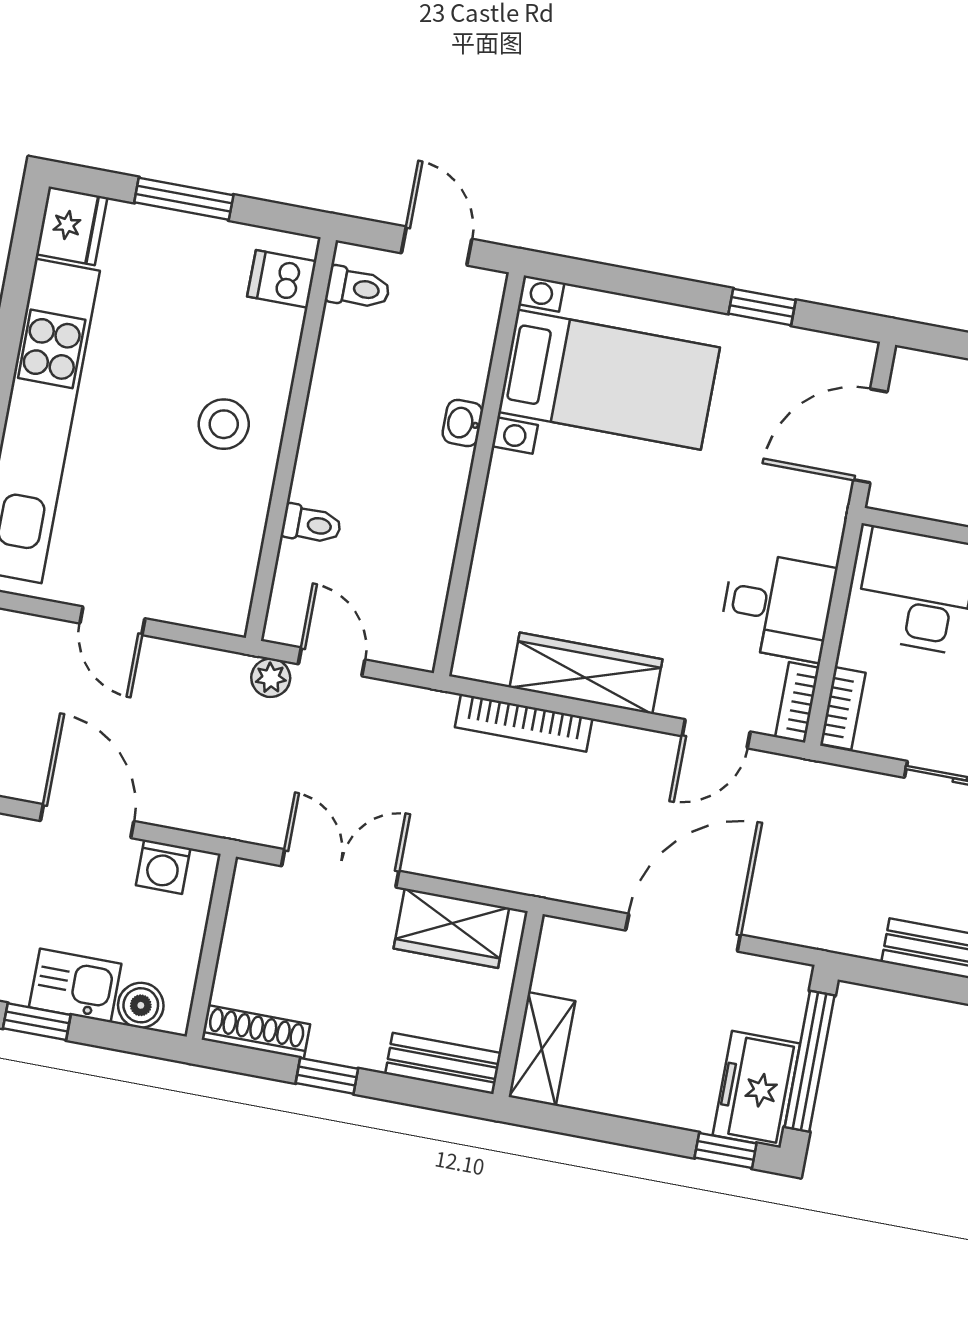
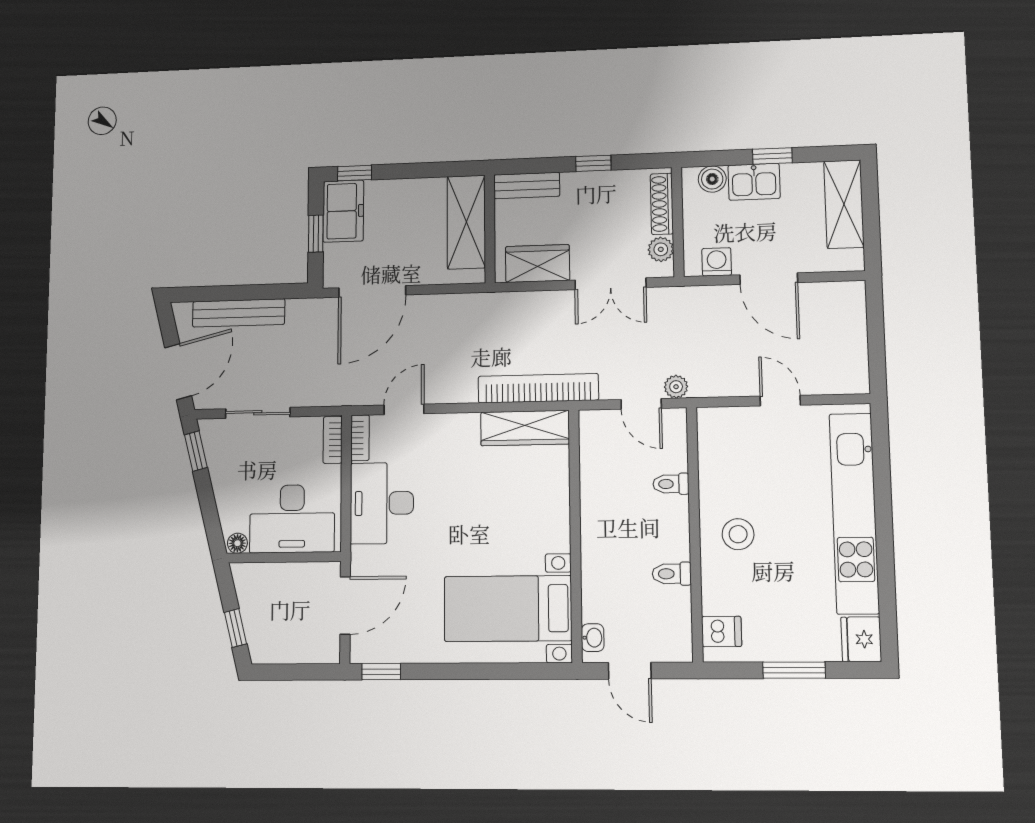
toilet: (358, 288) -> (672, 574), moved
window: (762, 307) -> (381, 672), moved
washbasin: (463, 423) -> (593, 638), moved
desk: (777, 606) -> (382, 503), width x1.37
wardrobe: (586, 673) -> (525, 428), moved
bookcase: (524, 723) -> (538, 388), width x1.48, depth x1.31
plant: (248, 907) -> (661, 249), added
door: (683, 933) -> (372, 291), moved
shoe rack: (256, 1032) -> (662, 204), moved, turned 90
shelving: (542, 1049) -> (466, 222), width x1.50, depth x1.33
window: (810, 1061) -> (316, 234), width x0.46

